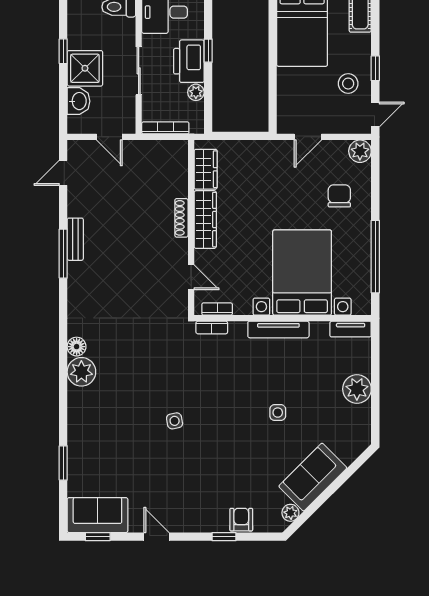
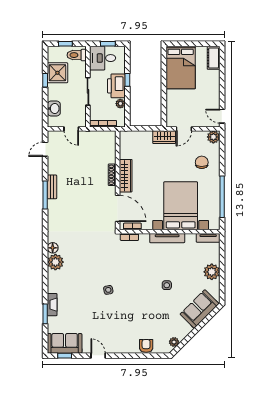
shower: (85, 68) -> (57, 73), moved
window: (375, 68) -> (222, 90), removed
stool: (348, 84) -> (207, 99), removed
door: (375, 115) -> (222, 116), swing flipped
wardrobe: (206, 169) -> (164, 137), moved, turned 90
door: (191, 277) -> (118, 208), width x1.87
fireplace: (76, 447) -> (52, 305), added
sofa: (313, 477) -> (200, 309), moved
window: (224, 537) -> (136, 356), removed

